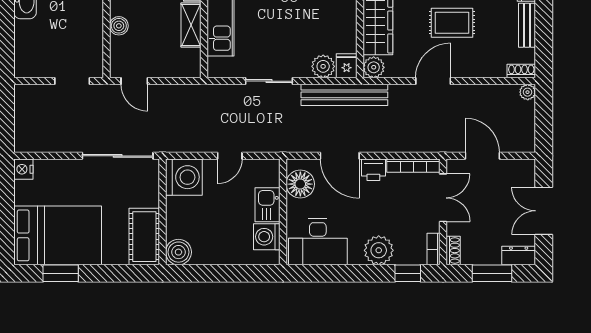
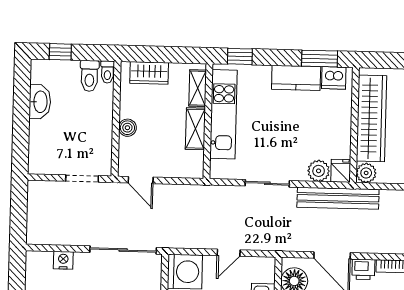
nightstand: (23, 169) -> (63, 260), moved, turned 90

